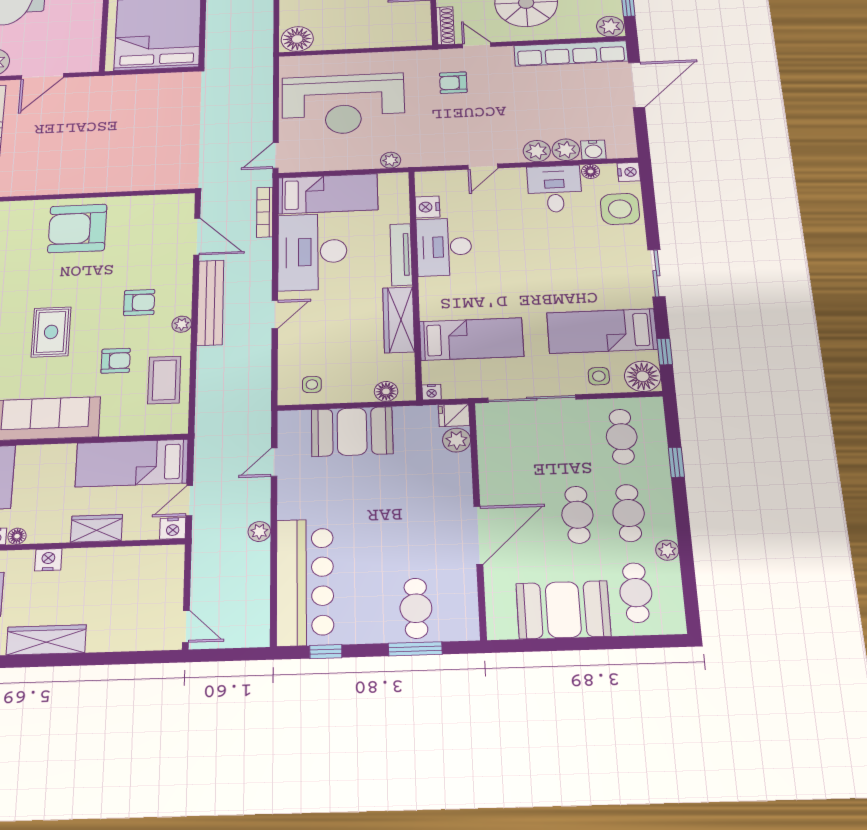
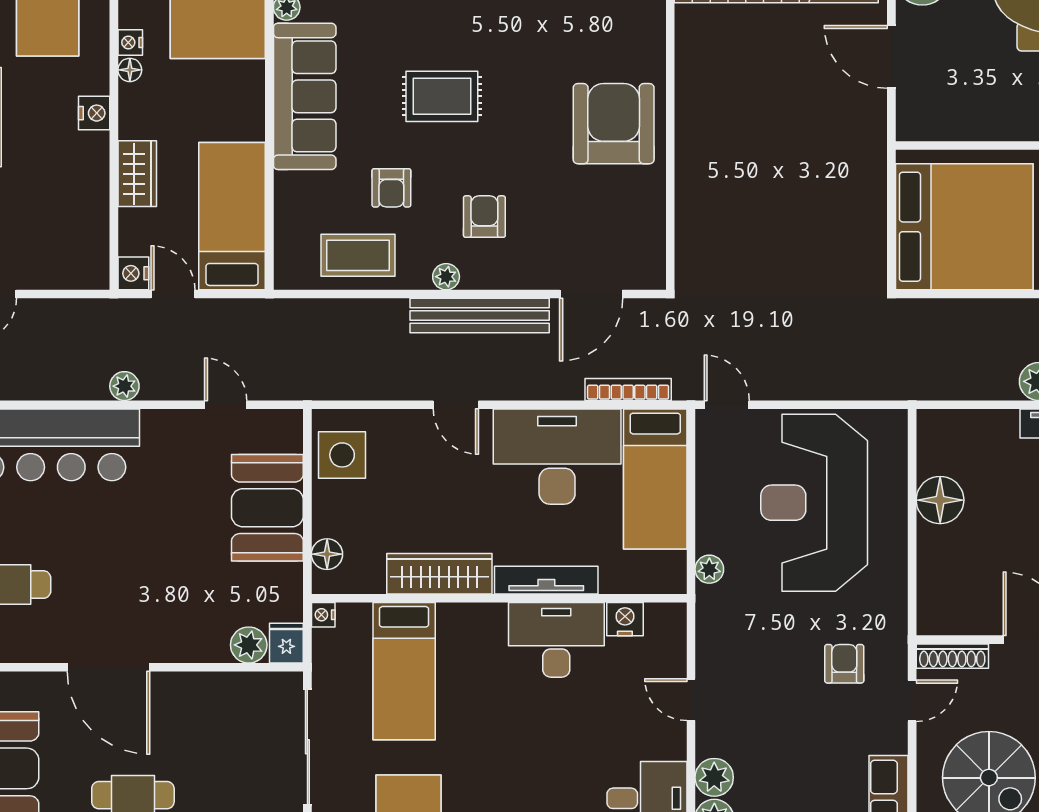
floor lamp: (297, 39) -> (940, 500), moved
armchair: (139, 303) -> (484, 217), turned 180
side table: (312, 385) -> (342, 455), width x1.87, depth x1.87

